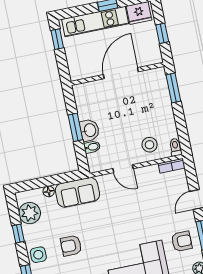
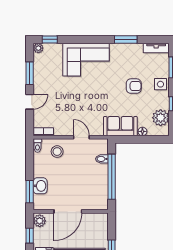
plant: (154, 54) -> (40, 221), added
window: (75, 127) -> (112, 177), width x2.11
washbasin: (90, 130) -> (40, 186), moved, turned 180
armchair: (182, 241) -> (48, 72), removed

